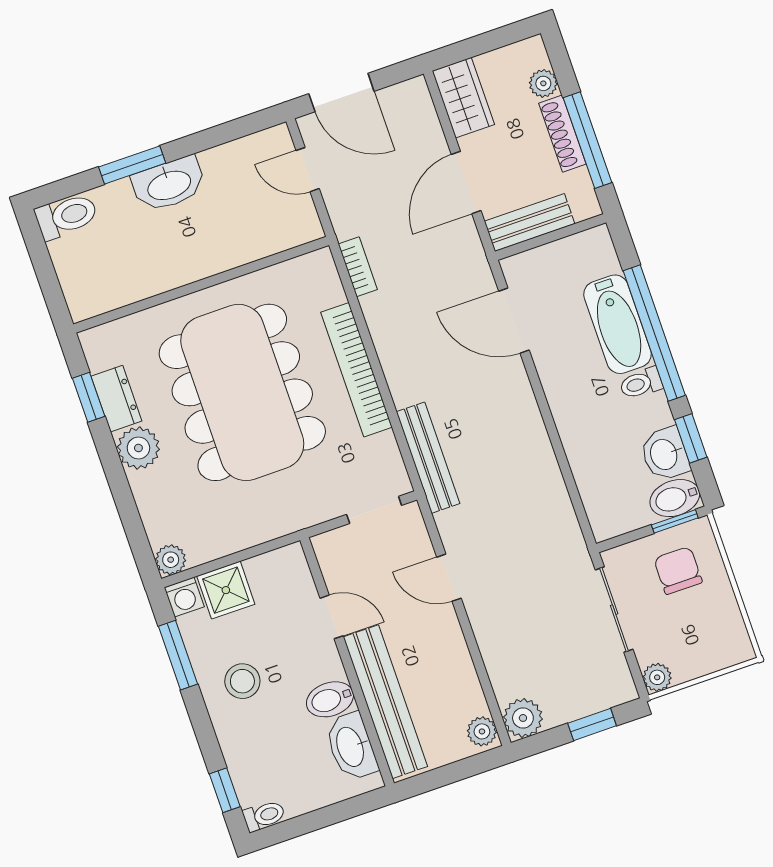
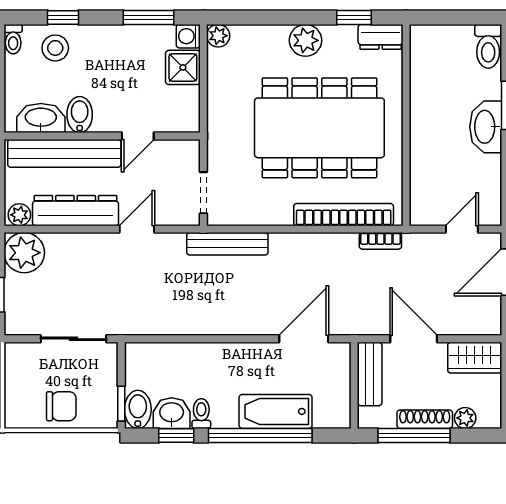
bookcase: (356, 370) -> (344, 215), moved
toilet: (641, 383) -> (201, 414), moved
dresser: (116, 399) -> (381, 37), moved
chair: (678, 570) -> (61, 406), moved
dresser: (452, 663) -> (76, 211), added
plant: (657, 677) -> (15, 353), removed
stool: (242, 681) -> (55, 48), moved
plant: (523, 718) -> (24, 253), width x1.36, depth x1.36
window: (225, 790) -> (63, 17), moved

